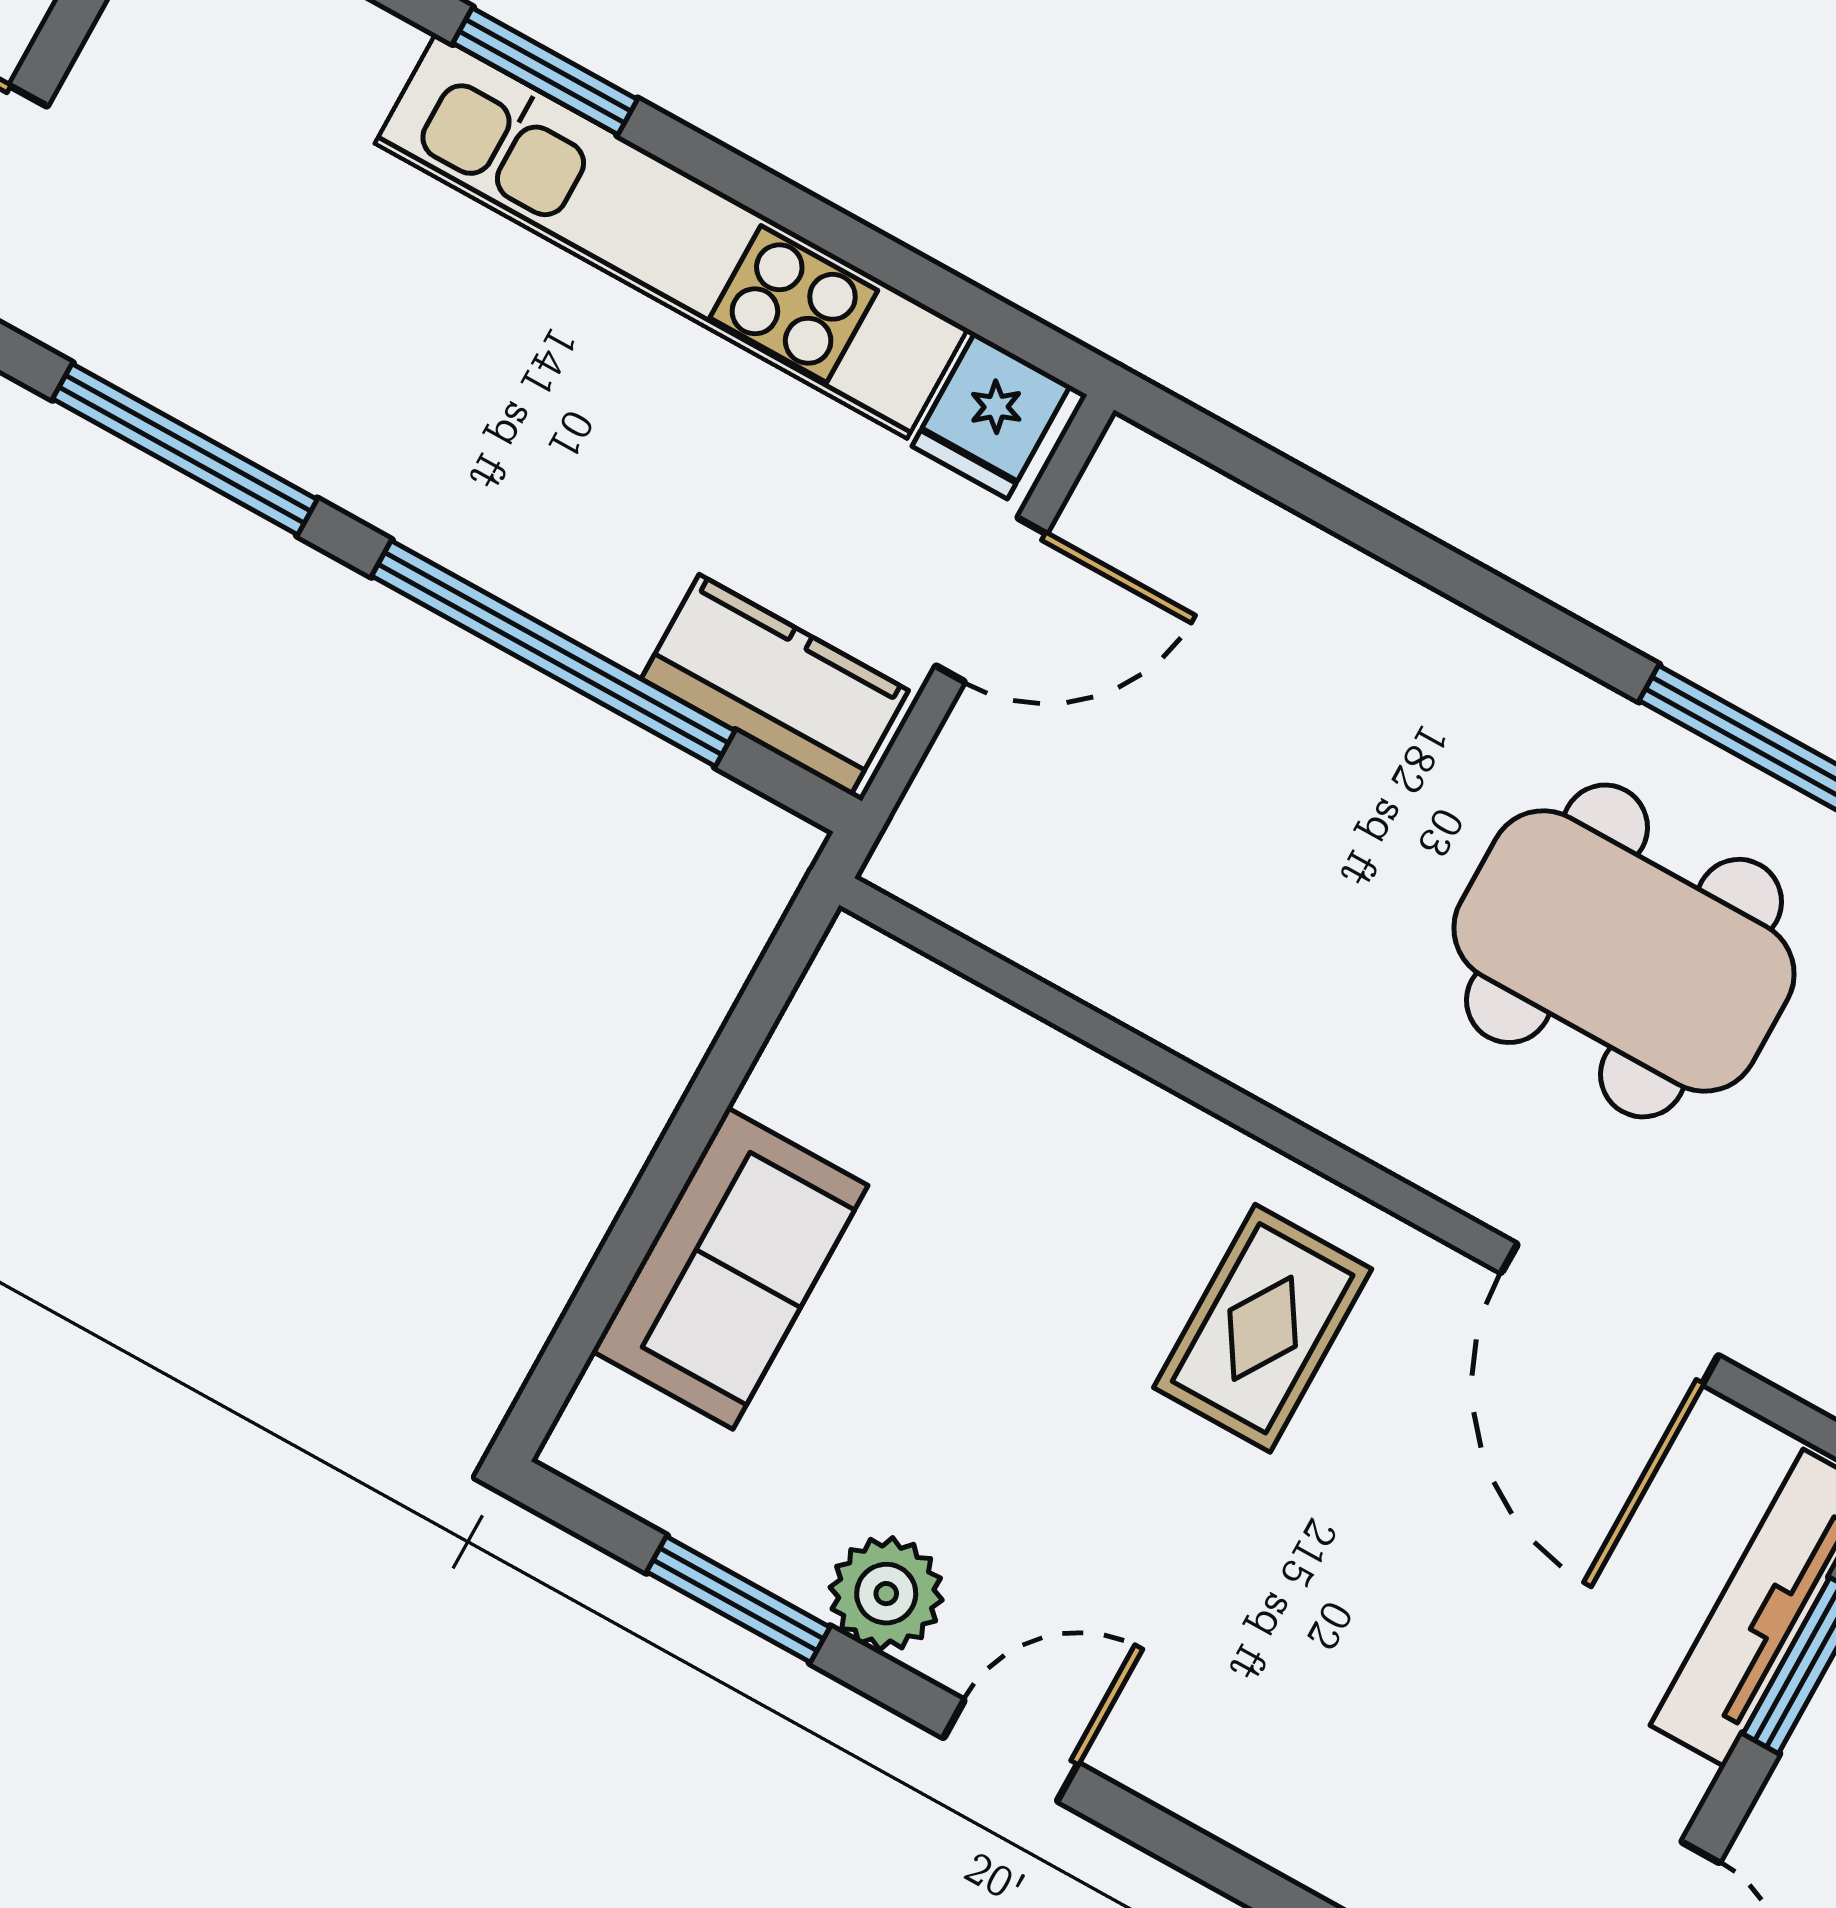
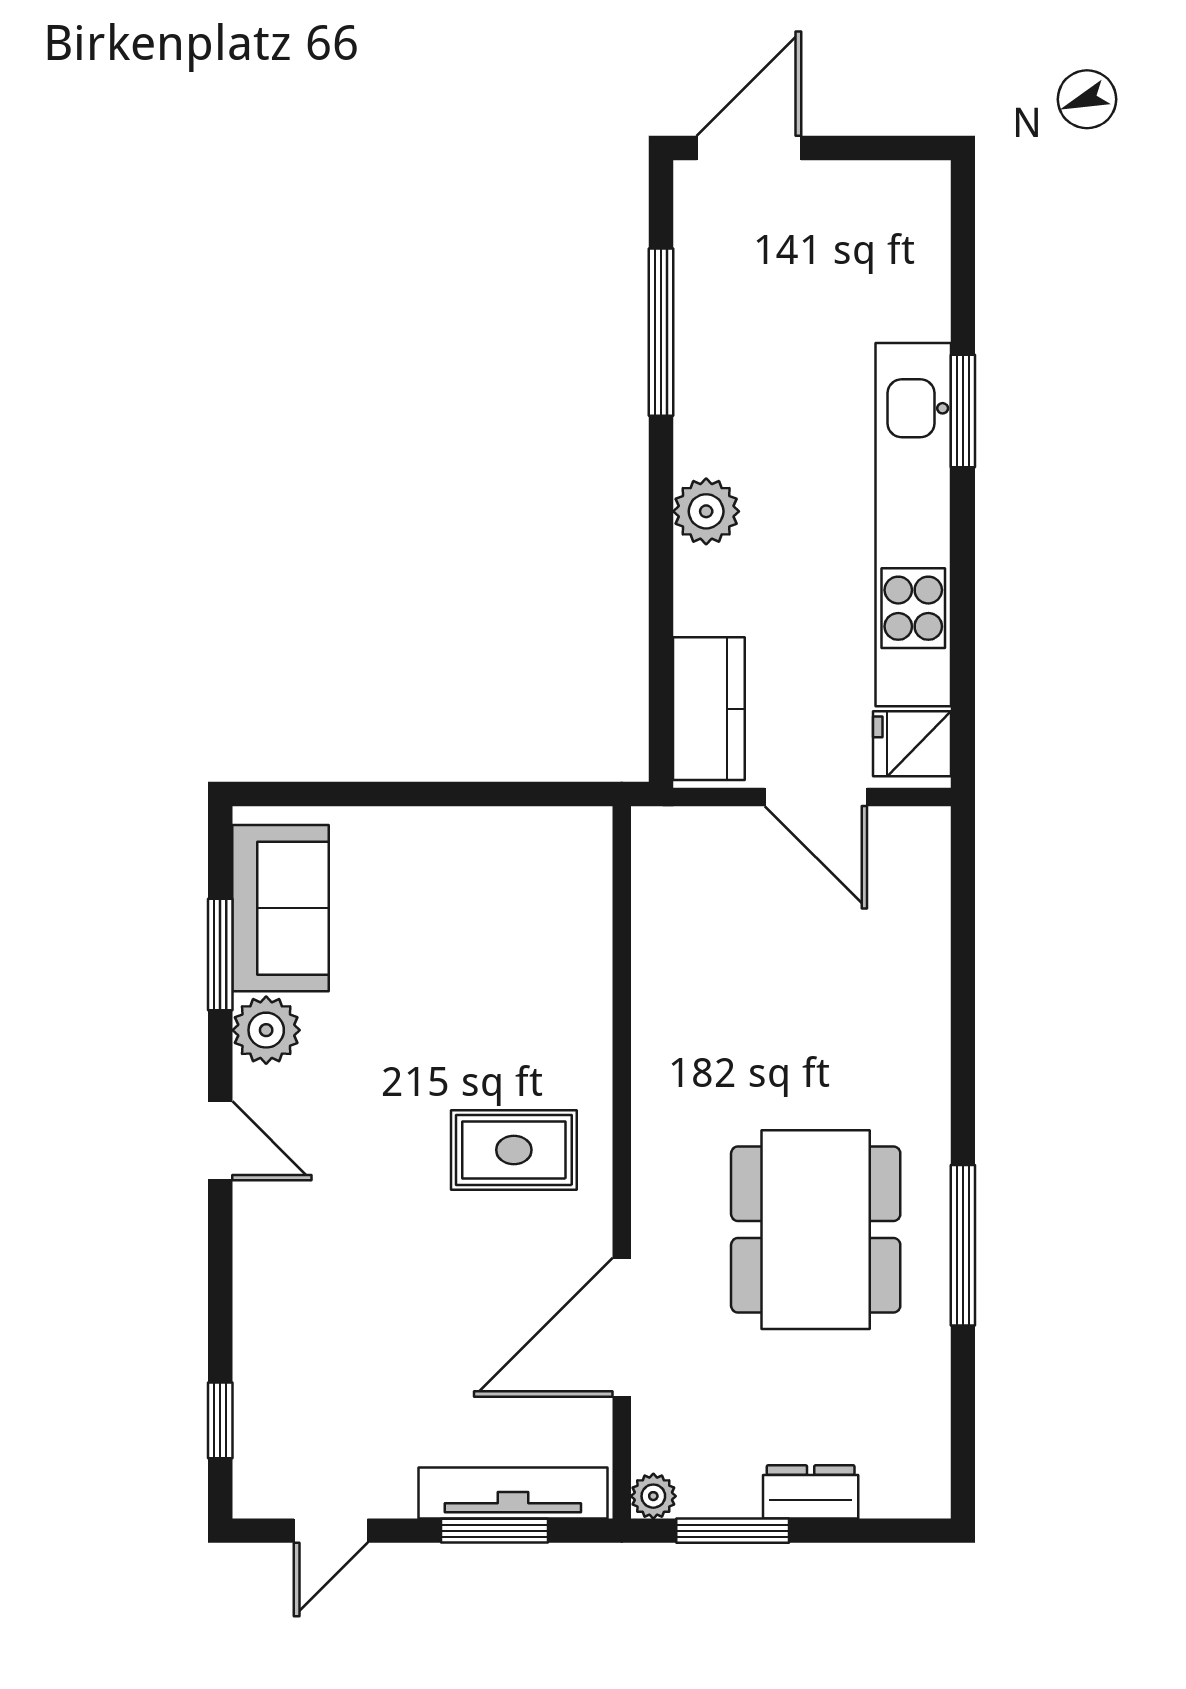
plant: (484, 529) -> (706, 511), added
window: (553, 653) -> (661, 584), removed
sofa: (730, 1268) -> (280, 908), moved, turned -90

